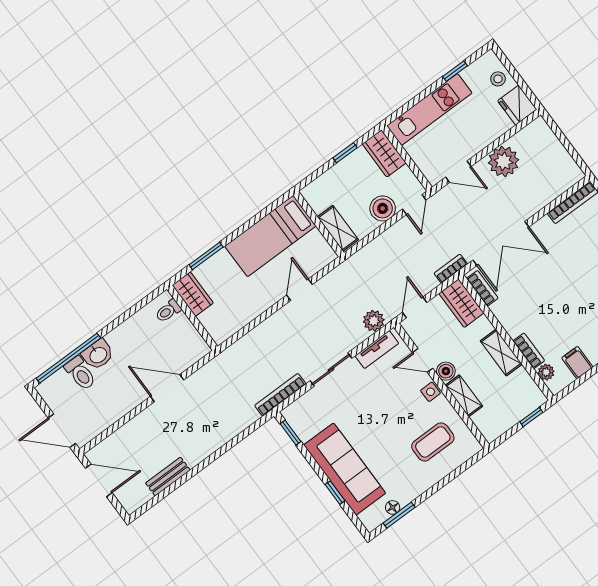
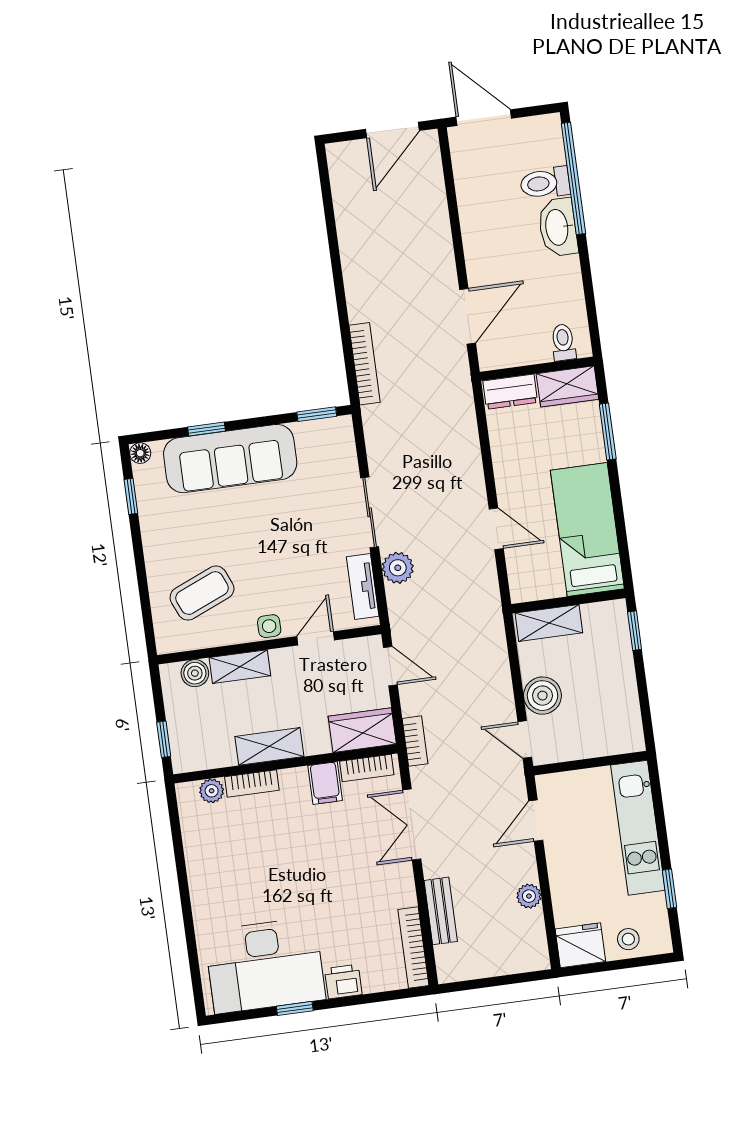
window: (345, 153) -> (635, 631), moved
wardrobe: (384, 153) -> (613, 737), removed
plant: (503, 161) -> (529, 896), width x0.53, depth x0.53
double door: (501, 243) -> (412, 825), width x0.73
plant: (374, 321) -> (398, 568), moved
dresser: (214, 326) -> (510, 392), added
washbasin: (98, 355) -> (558, 227), width x1.38
filing cabinet: (577, 362) -> (325, 783), moved, turned 90
boiler: (446, 371) -> (195, 673), moved
door: (167, 388) -> (468, 316), moved
bookcase: (280, 395) -> (365, 364), moved
door: (62, 431) -> (484, 118), hinge flipped
coffee table: (433, 442) -> (202, 593), turned 67
bench: (168, 477) -> (441, 911), moved
floor lamp: (393, 507) -> (140, 453), moved
window: (399, 515) -> (131, 496), width x0.67

